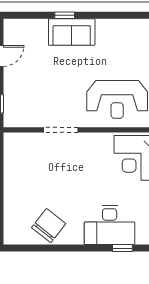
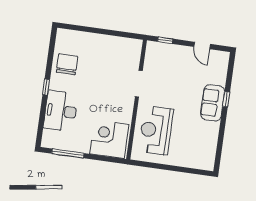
chair: (49, 226) -> (67, 64), turned -128
window: (122, 248) -> (46, 87), moved

